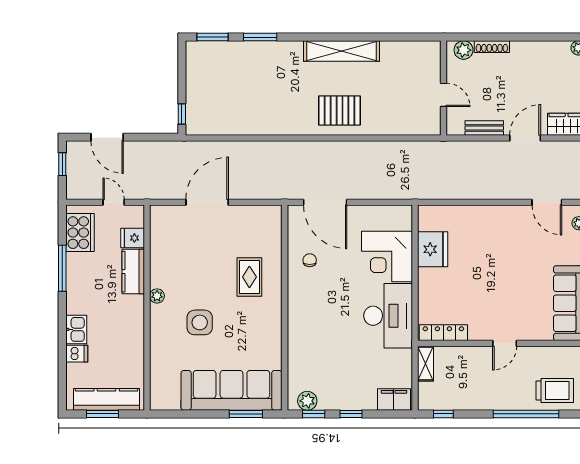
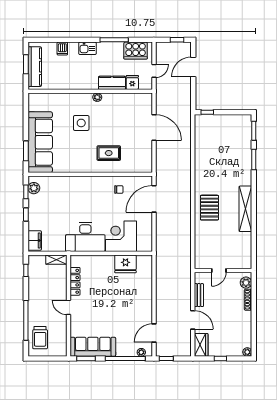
kitchen sink: (76, 329) -> (87, 48), moved
locker: (443, 333) -> (75, 281), moved

